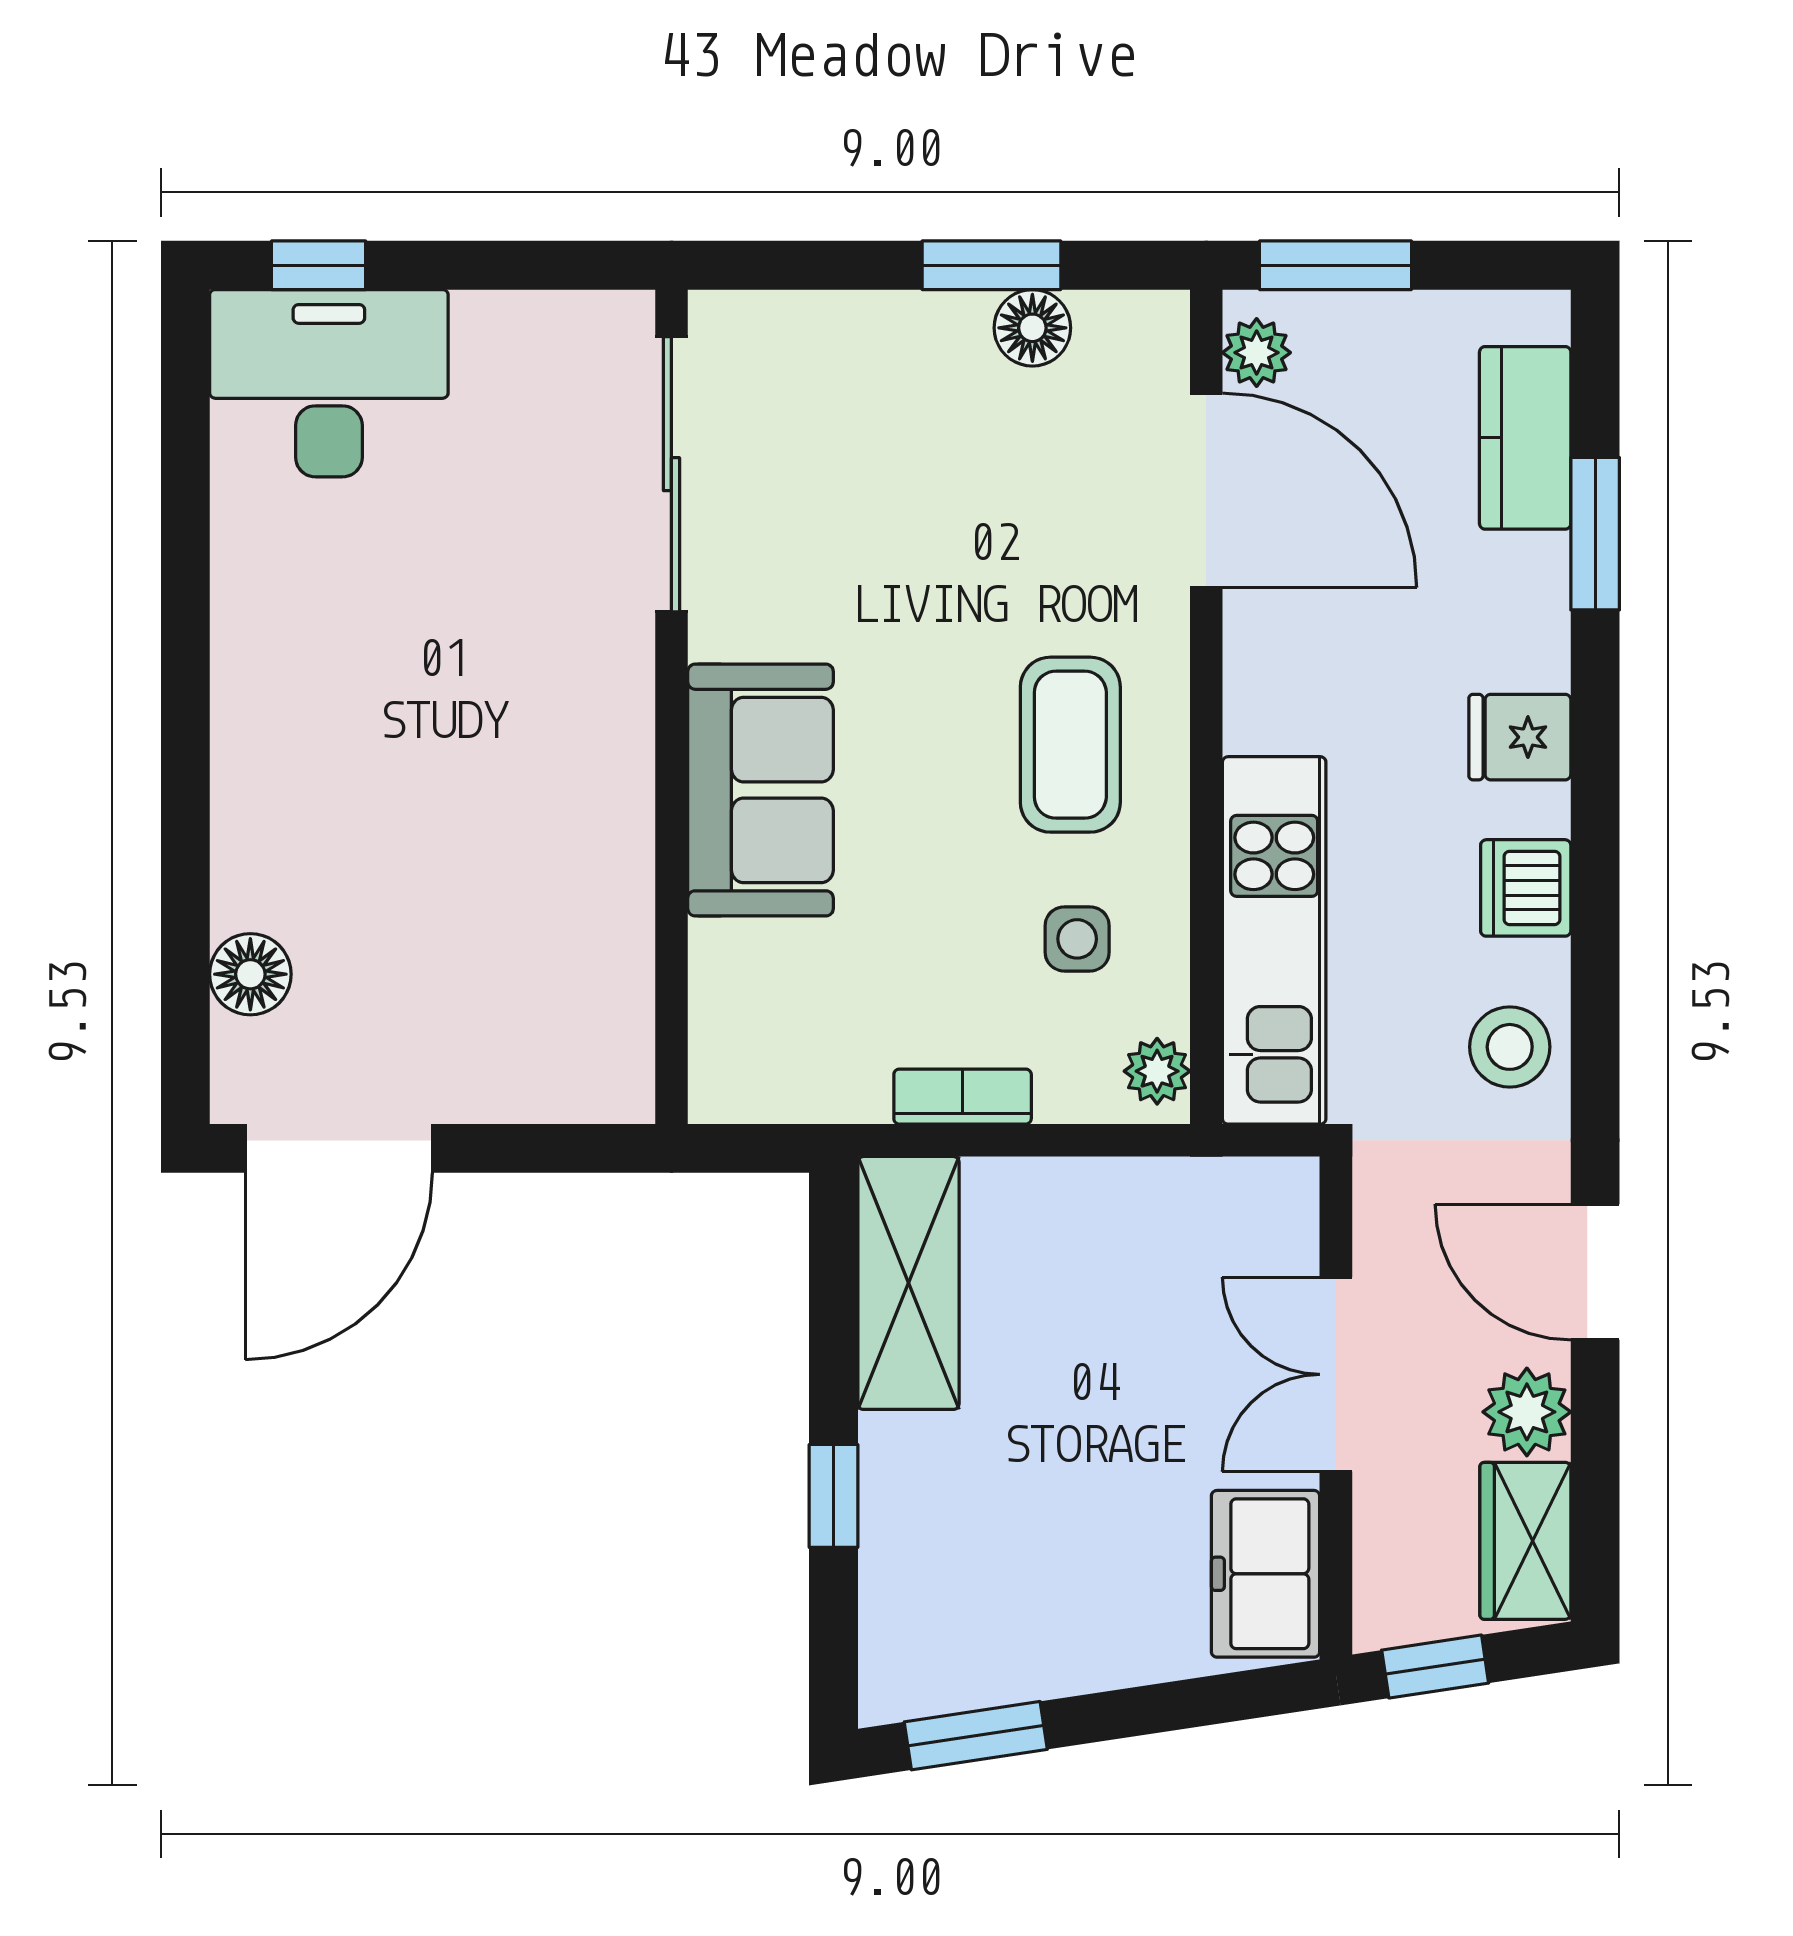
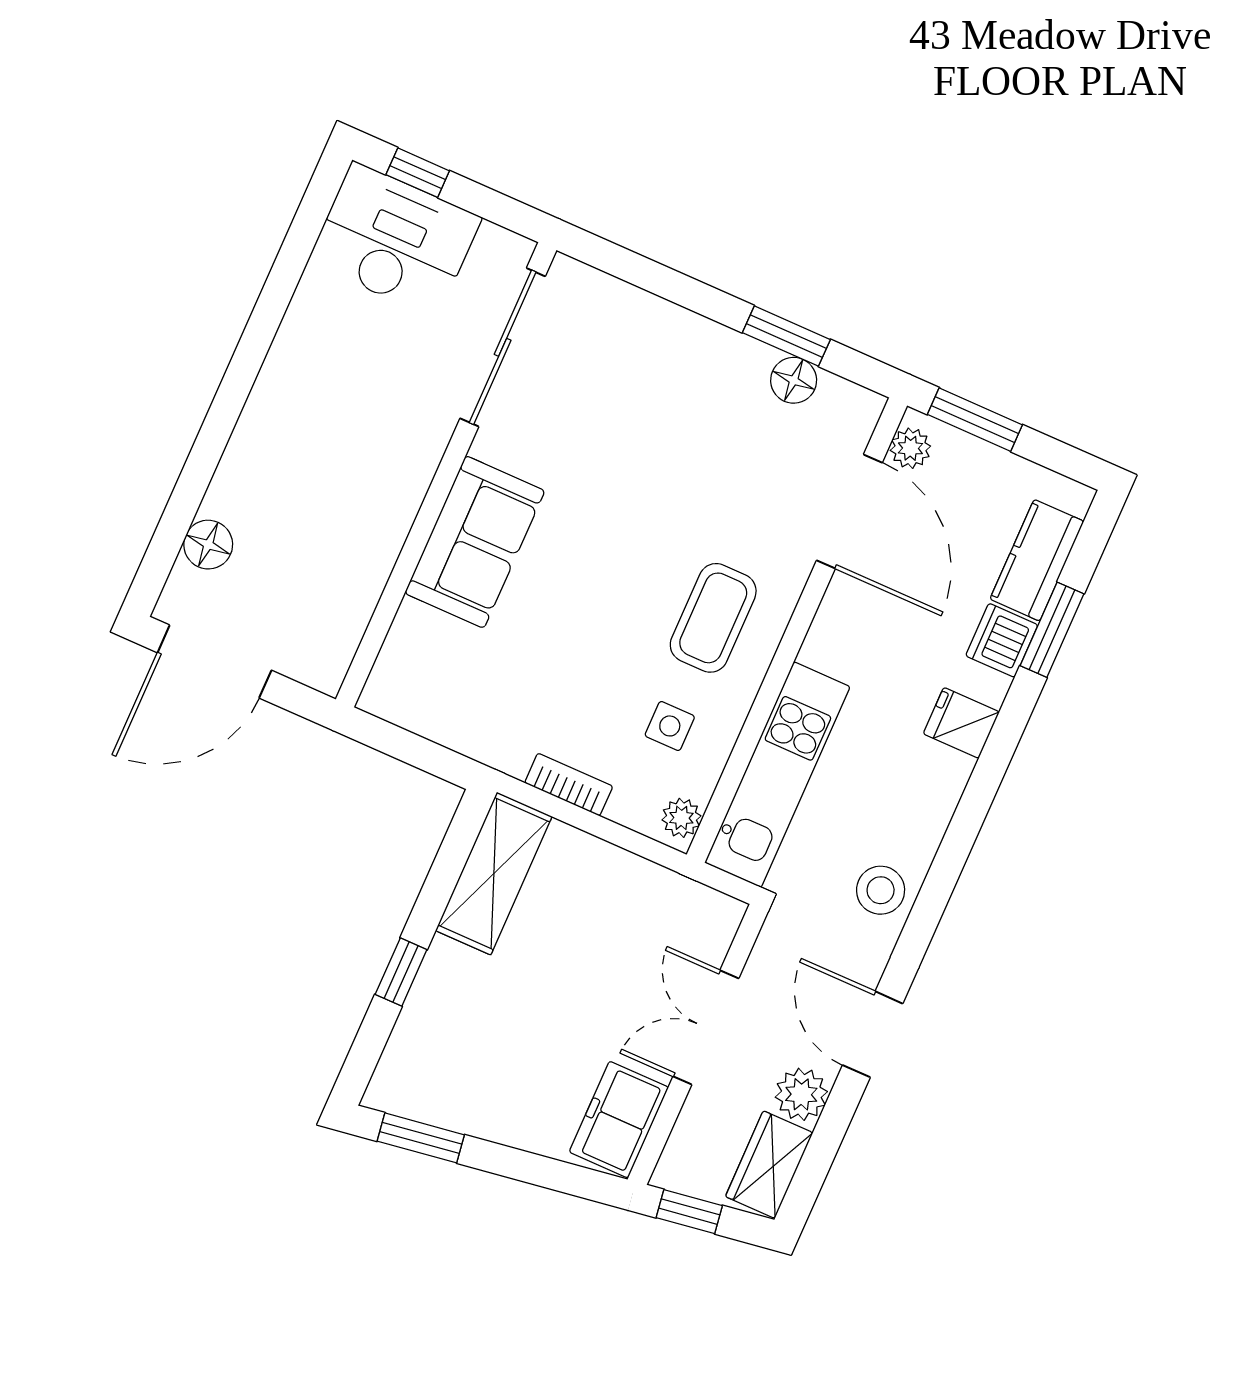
sliding door: (671, 474) -> (503, 347), moved
wall: (671, 707) -> (446, 475), moved
sofa: (761, 790) -> (475, 542), moved
dishwasher: (1526, 888) -> (1002, 640), moved

